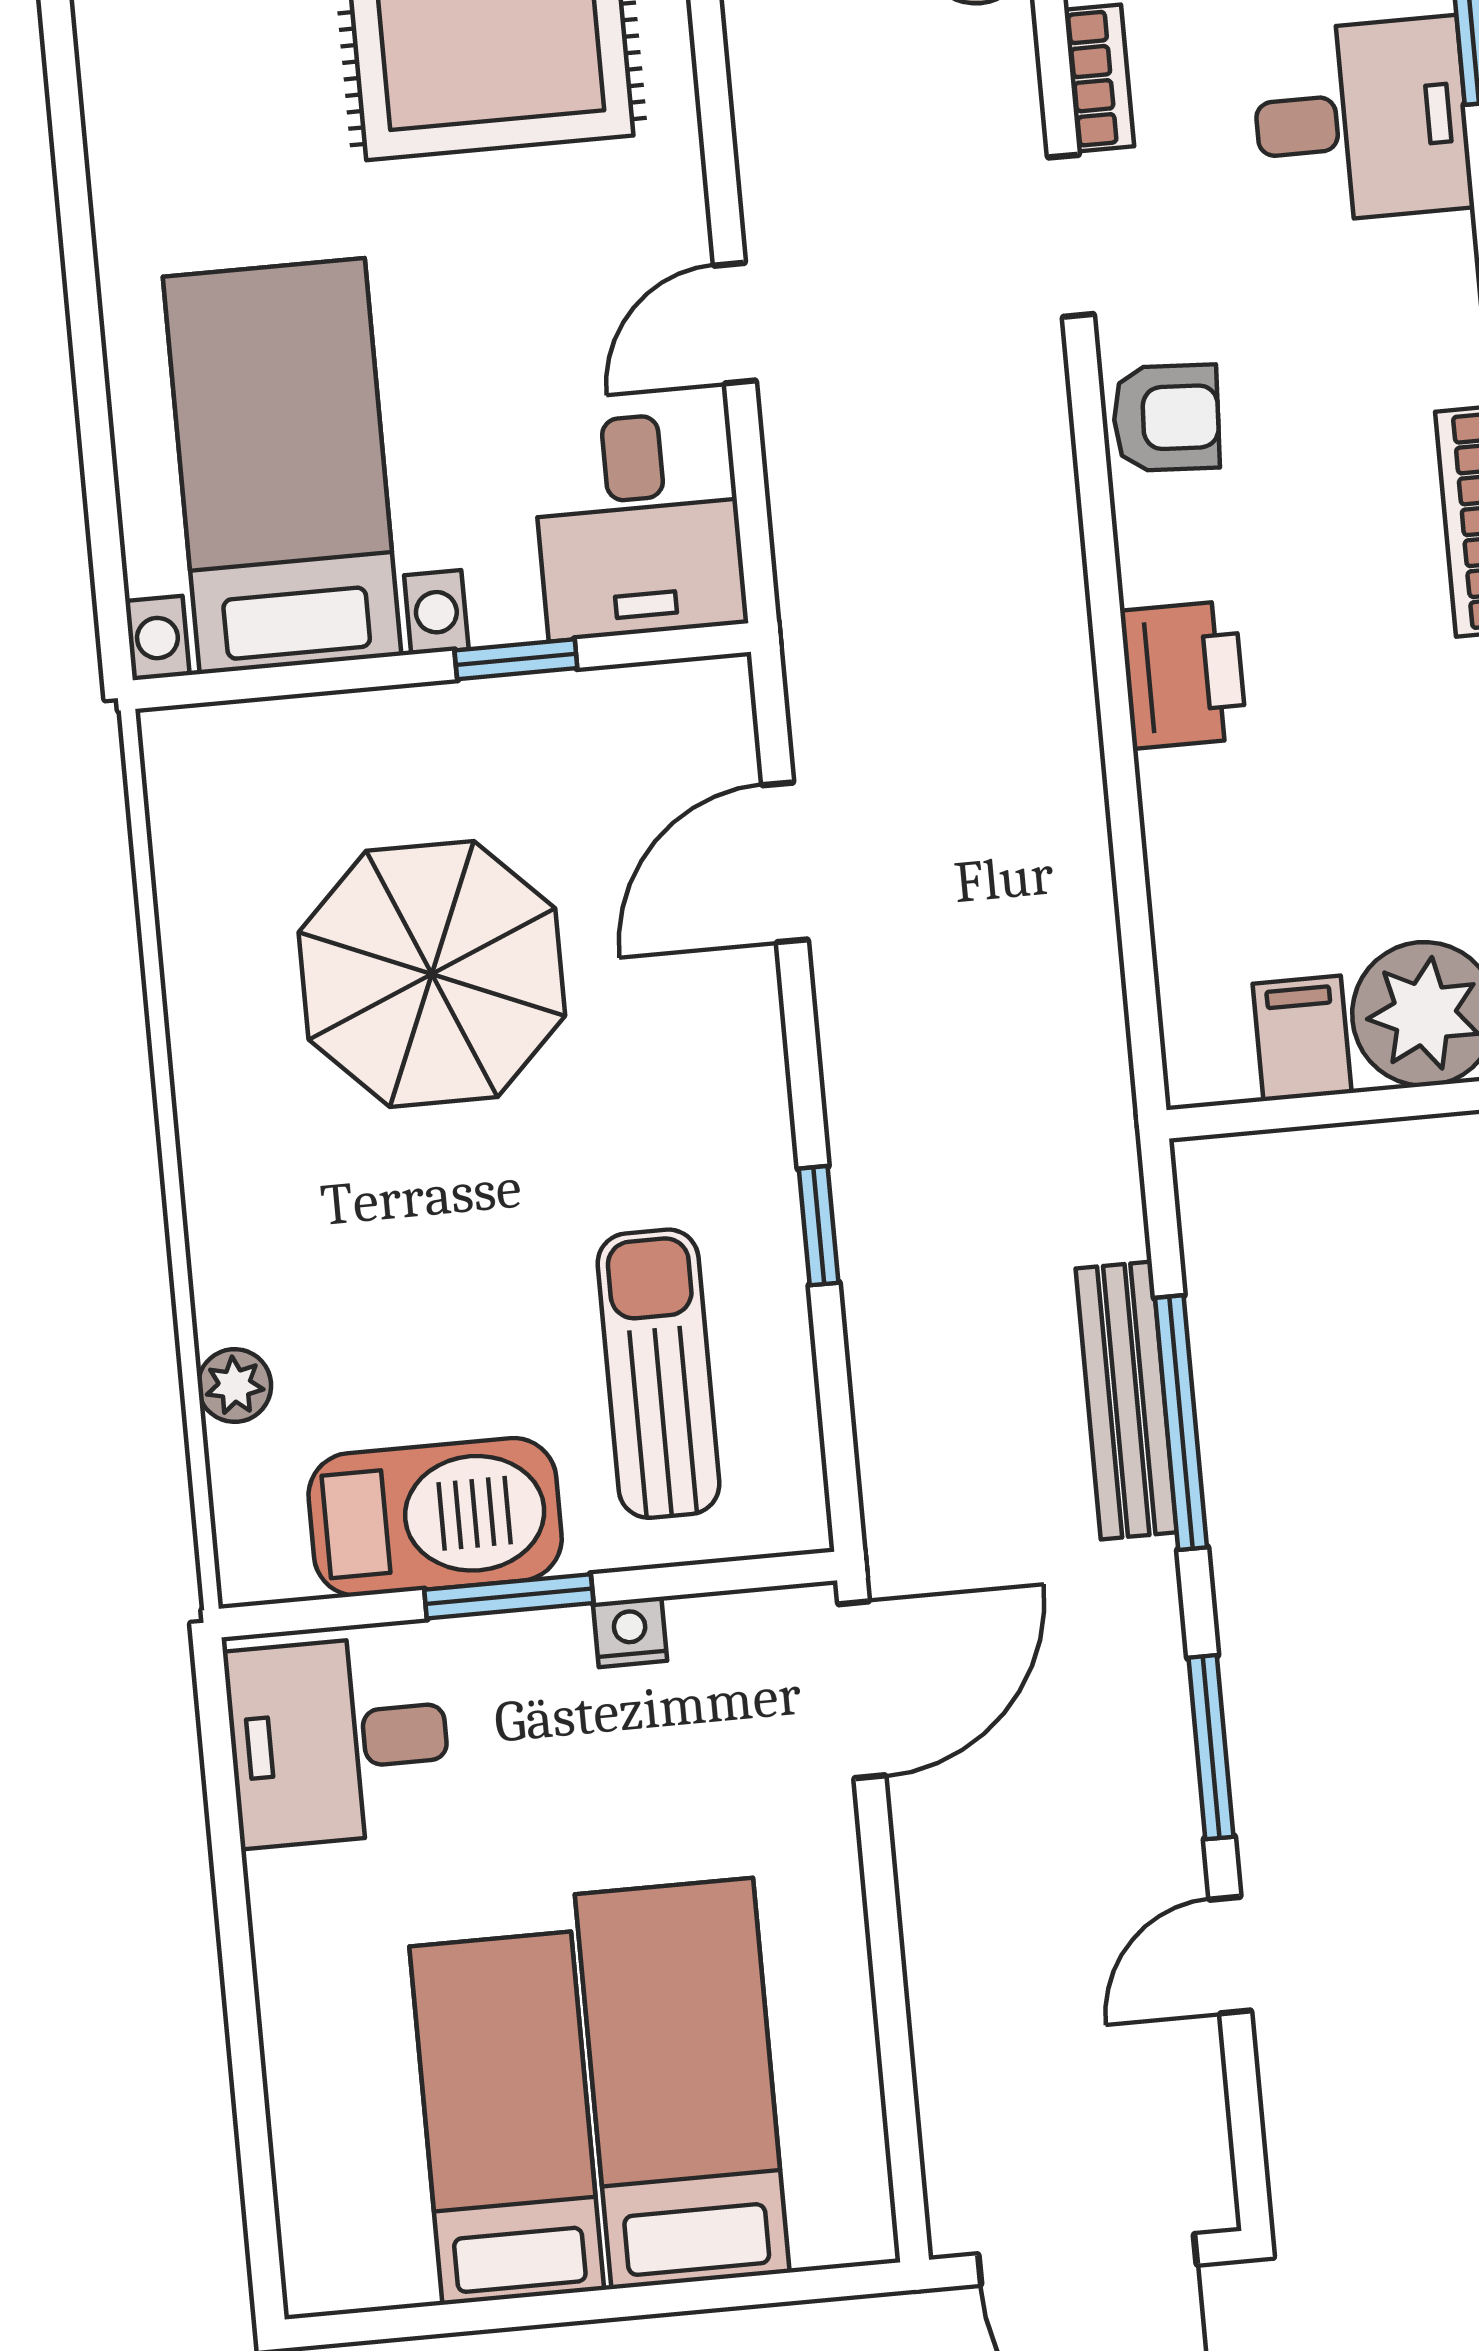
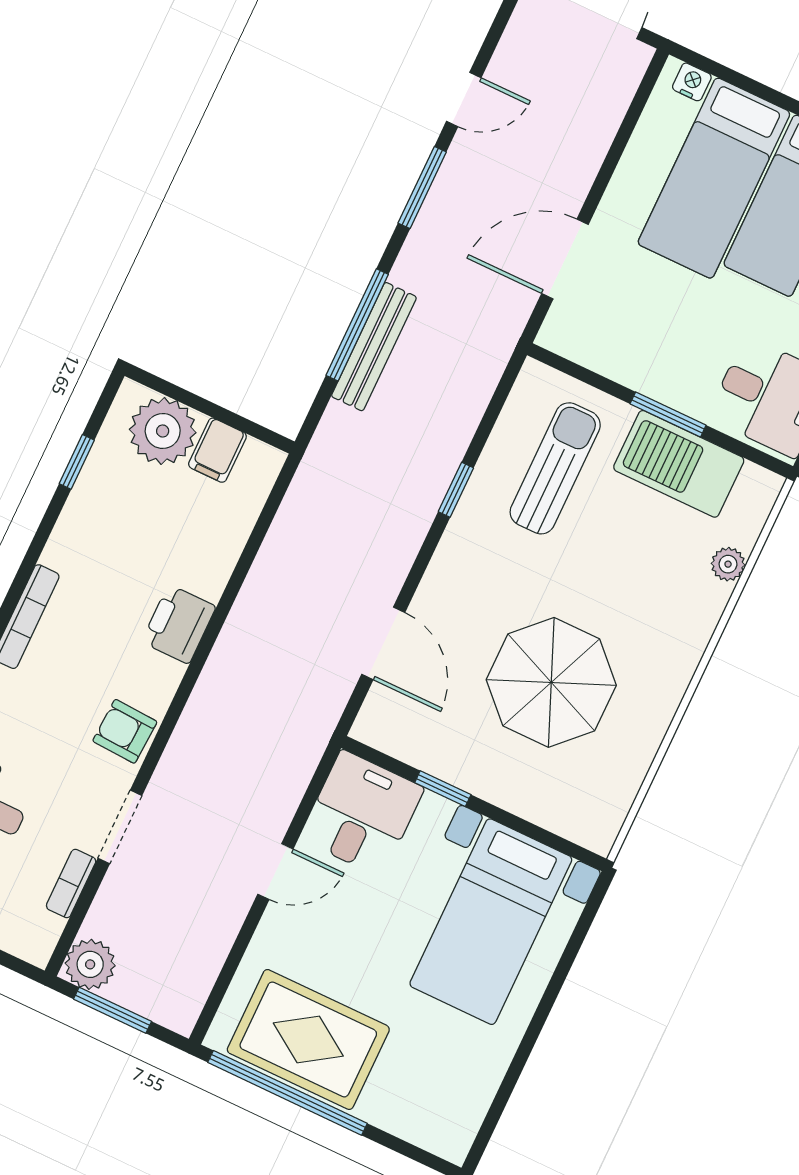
door: (785, 862) -> (383, 643), hinge flipped
sun lounger: (659, 1374) -> (555, 468), turned 180
nightstand: (630, 1632) -> (692, 82), moved, turned 180
door: (862, 1690) -> (565, 259), moved

